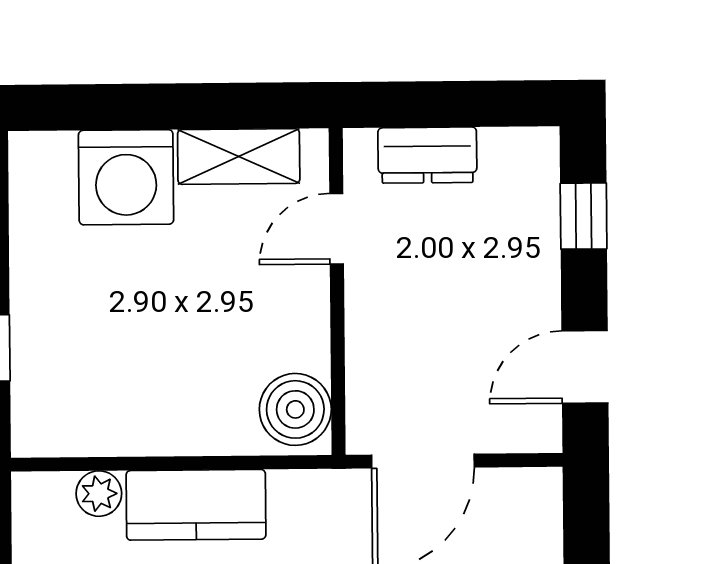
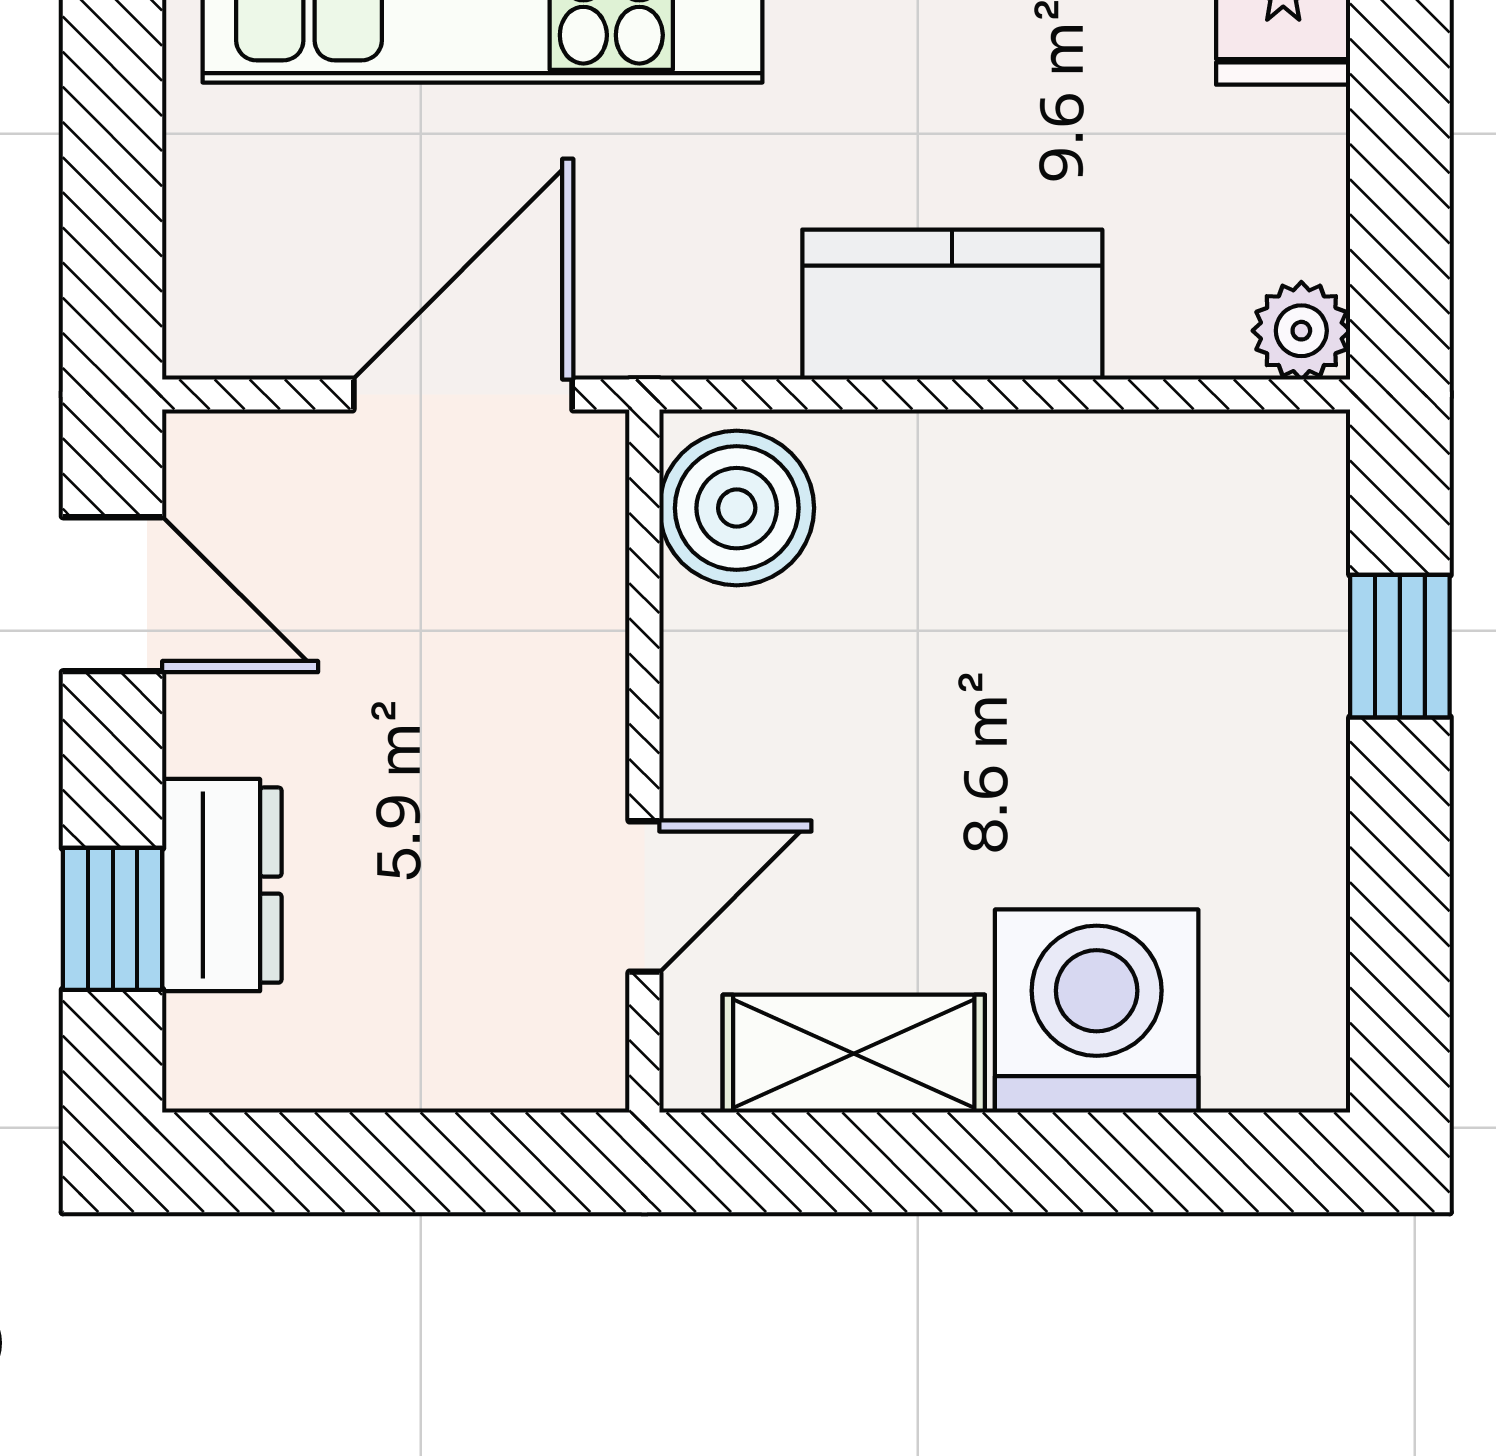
dresser: (427, 155) -> (222, 885), moved, turned 90
door: (585, 367) -> (113, 594), hinge flipped
plant: (99, 494) -> (1301, 331), moved

